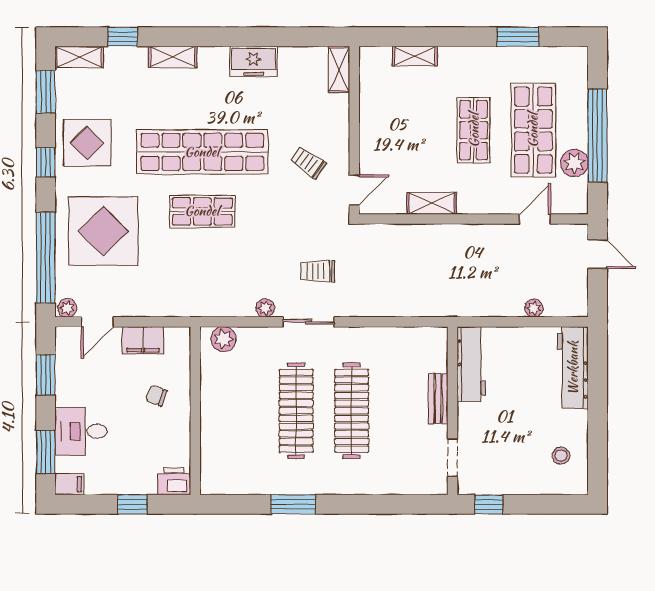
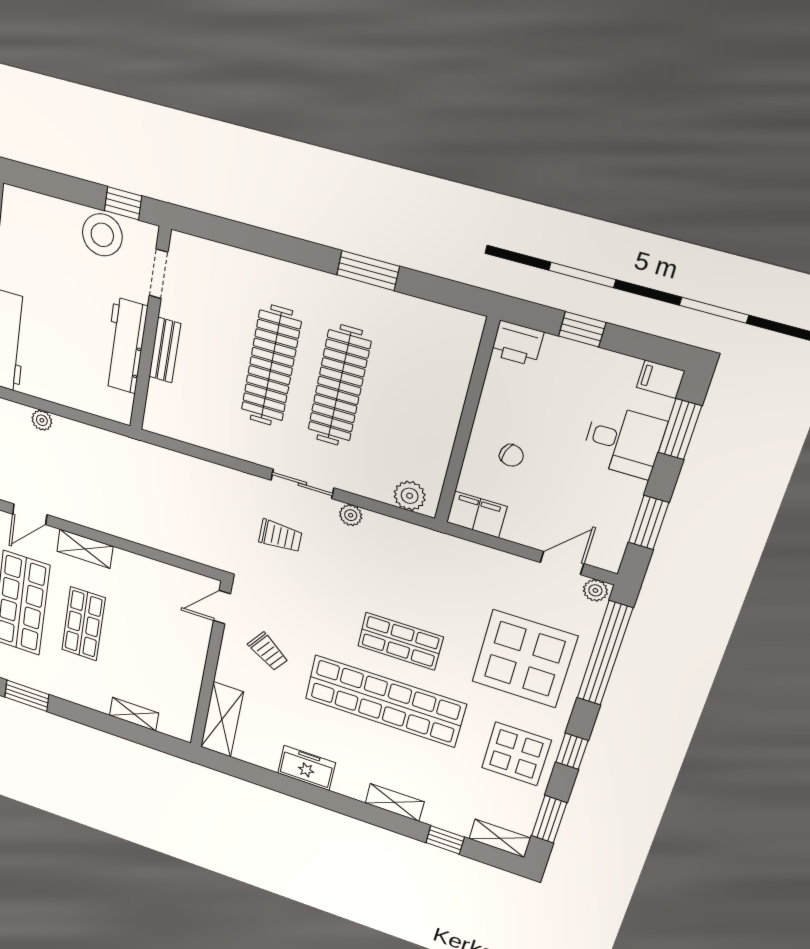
shelving: (339, 69) -> (222, 720), width x1.50, depth x1.33
shelving: (432, 203) -> (85, 549), moved
filing cabinet: (143, 340) -> (477, 514), moved
workbench: (471, 364) -> (125, 346), moved
stool: (561, 456) -> (102, 235), moved, width x1.89, depth x1.89

